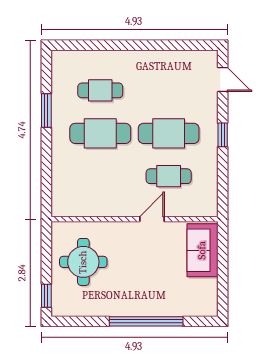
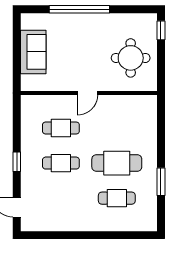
cafe table: (169, 133) -> (61, 163), width x0.73, depth x0.74
door: (152, 219) -> (87, 93), moved
sofa: (202, 250) -> (33, 52), moved

